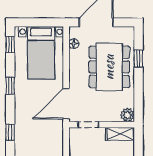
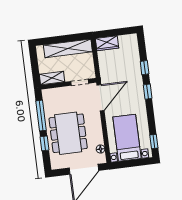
window: (10, 86) -> (148, 92), moved
window: (138, 92) -> (41, 116), added
plant: (127, 115) -> (48, 95), removed

